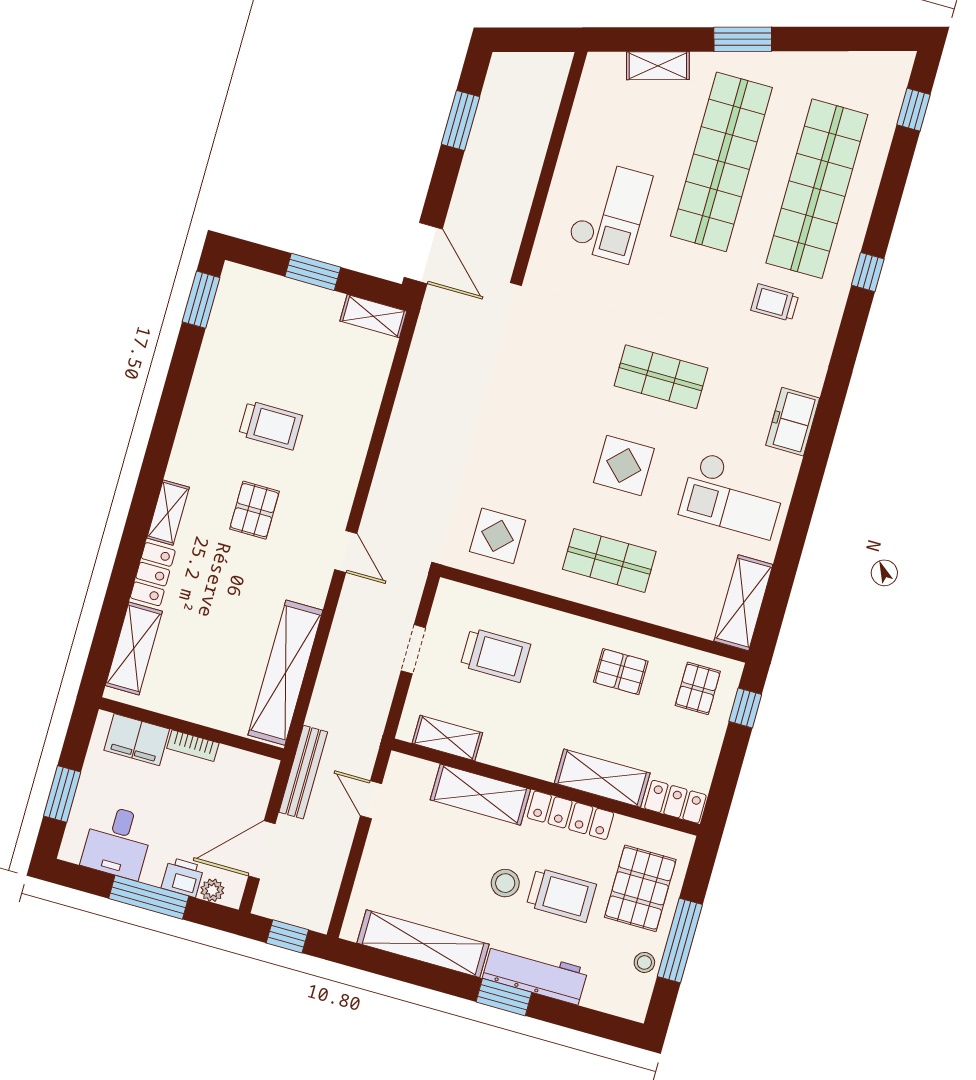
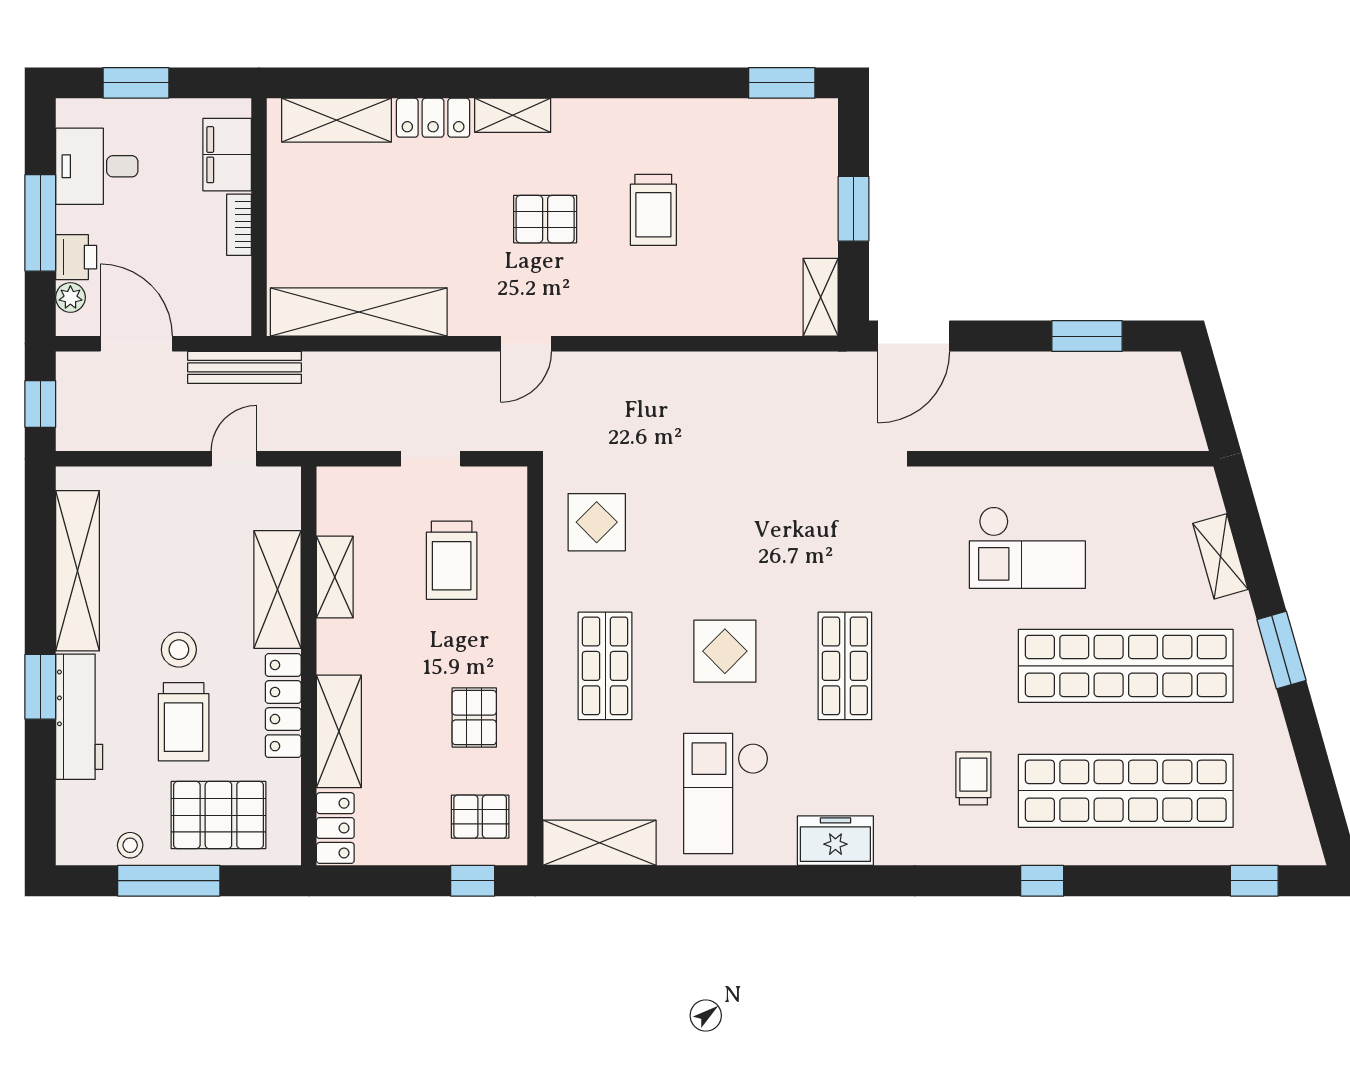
shelving: (447, 738) -> (335, 577), moved

